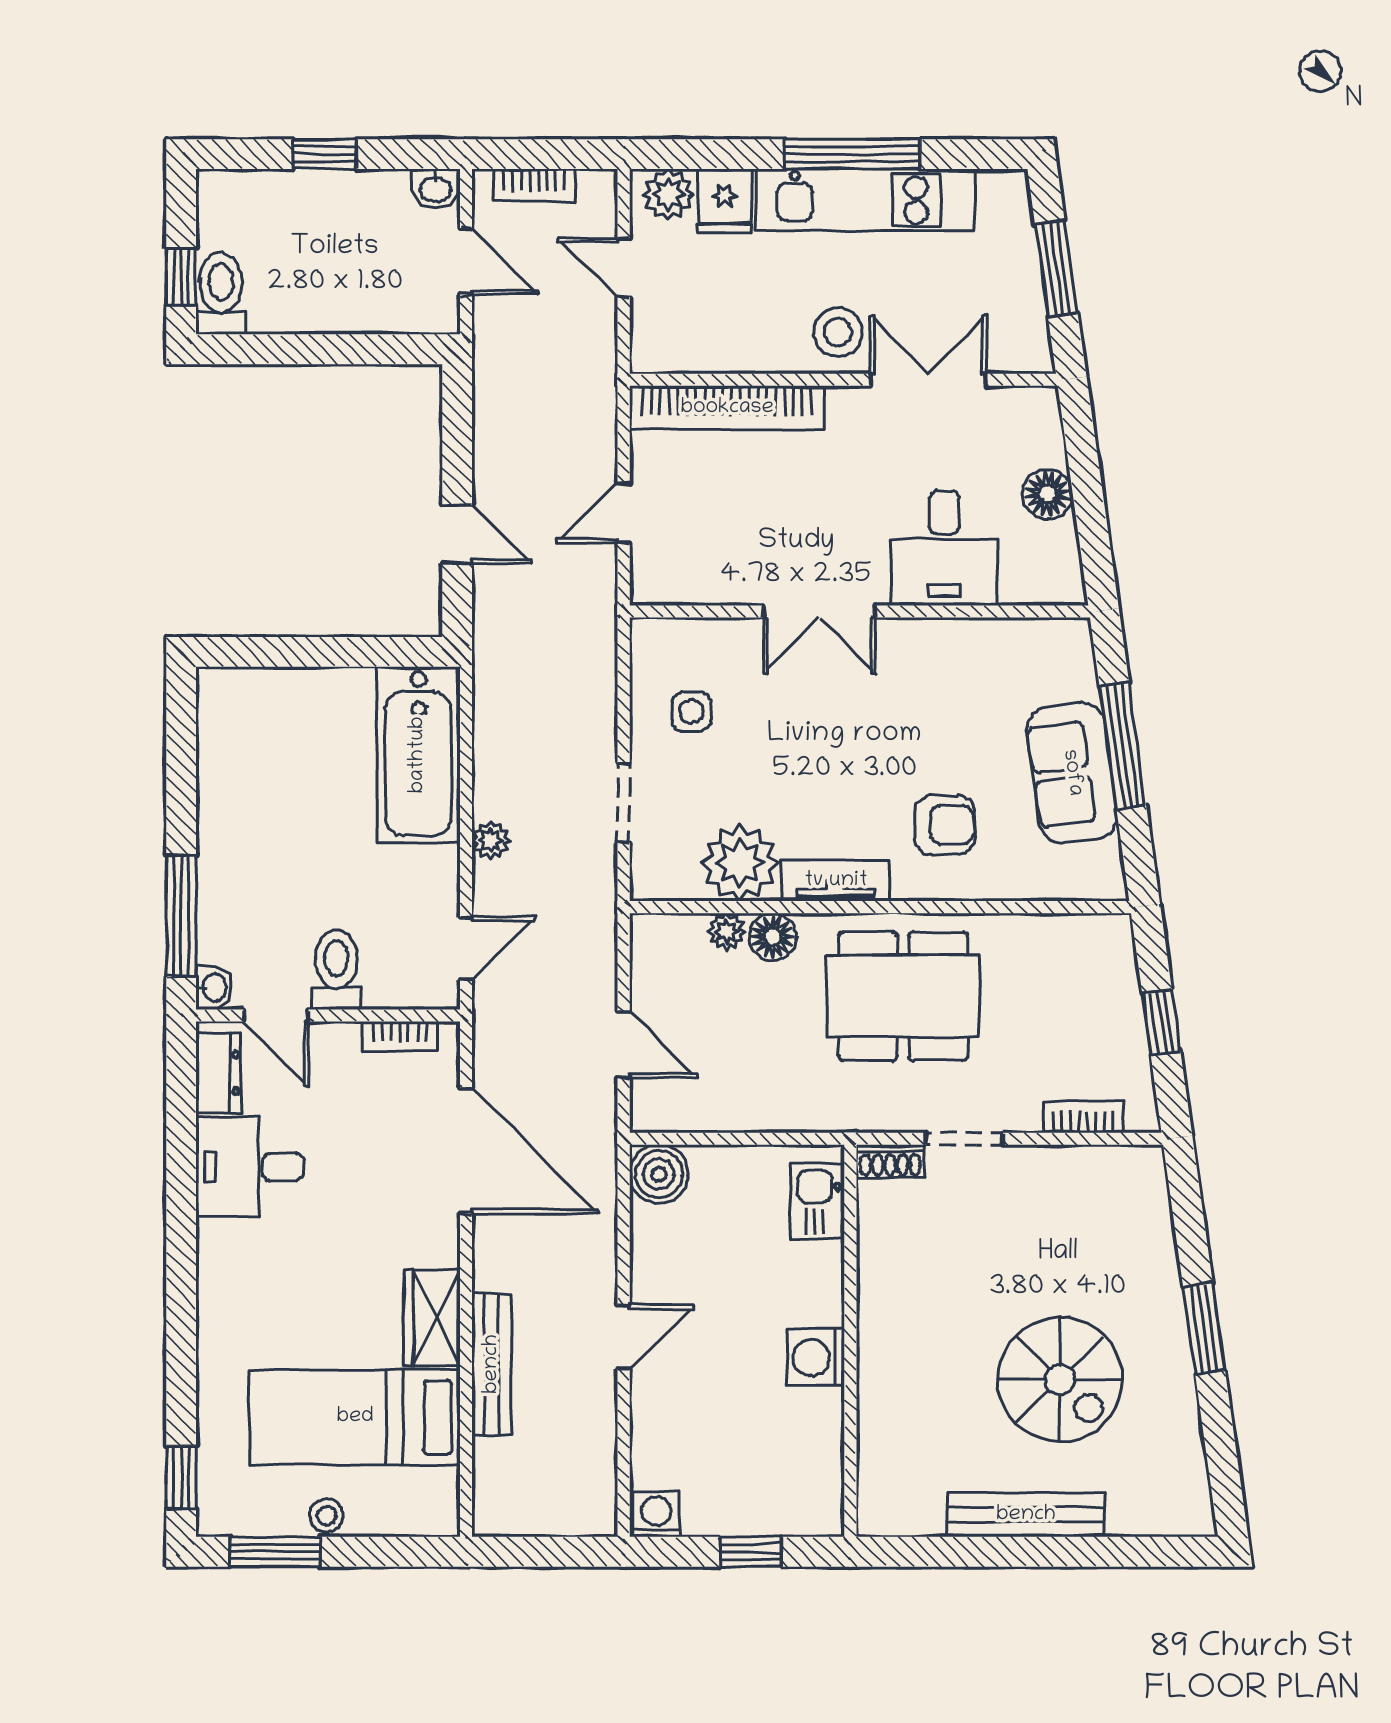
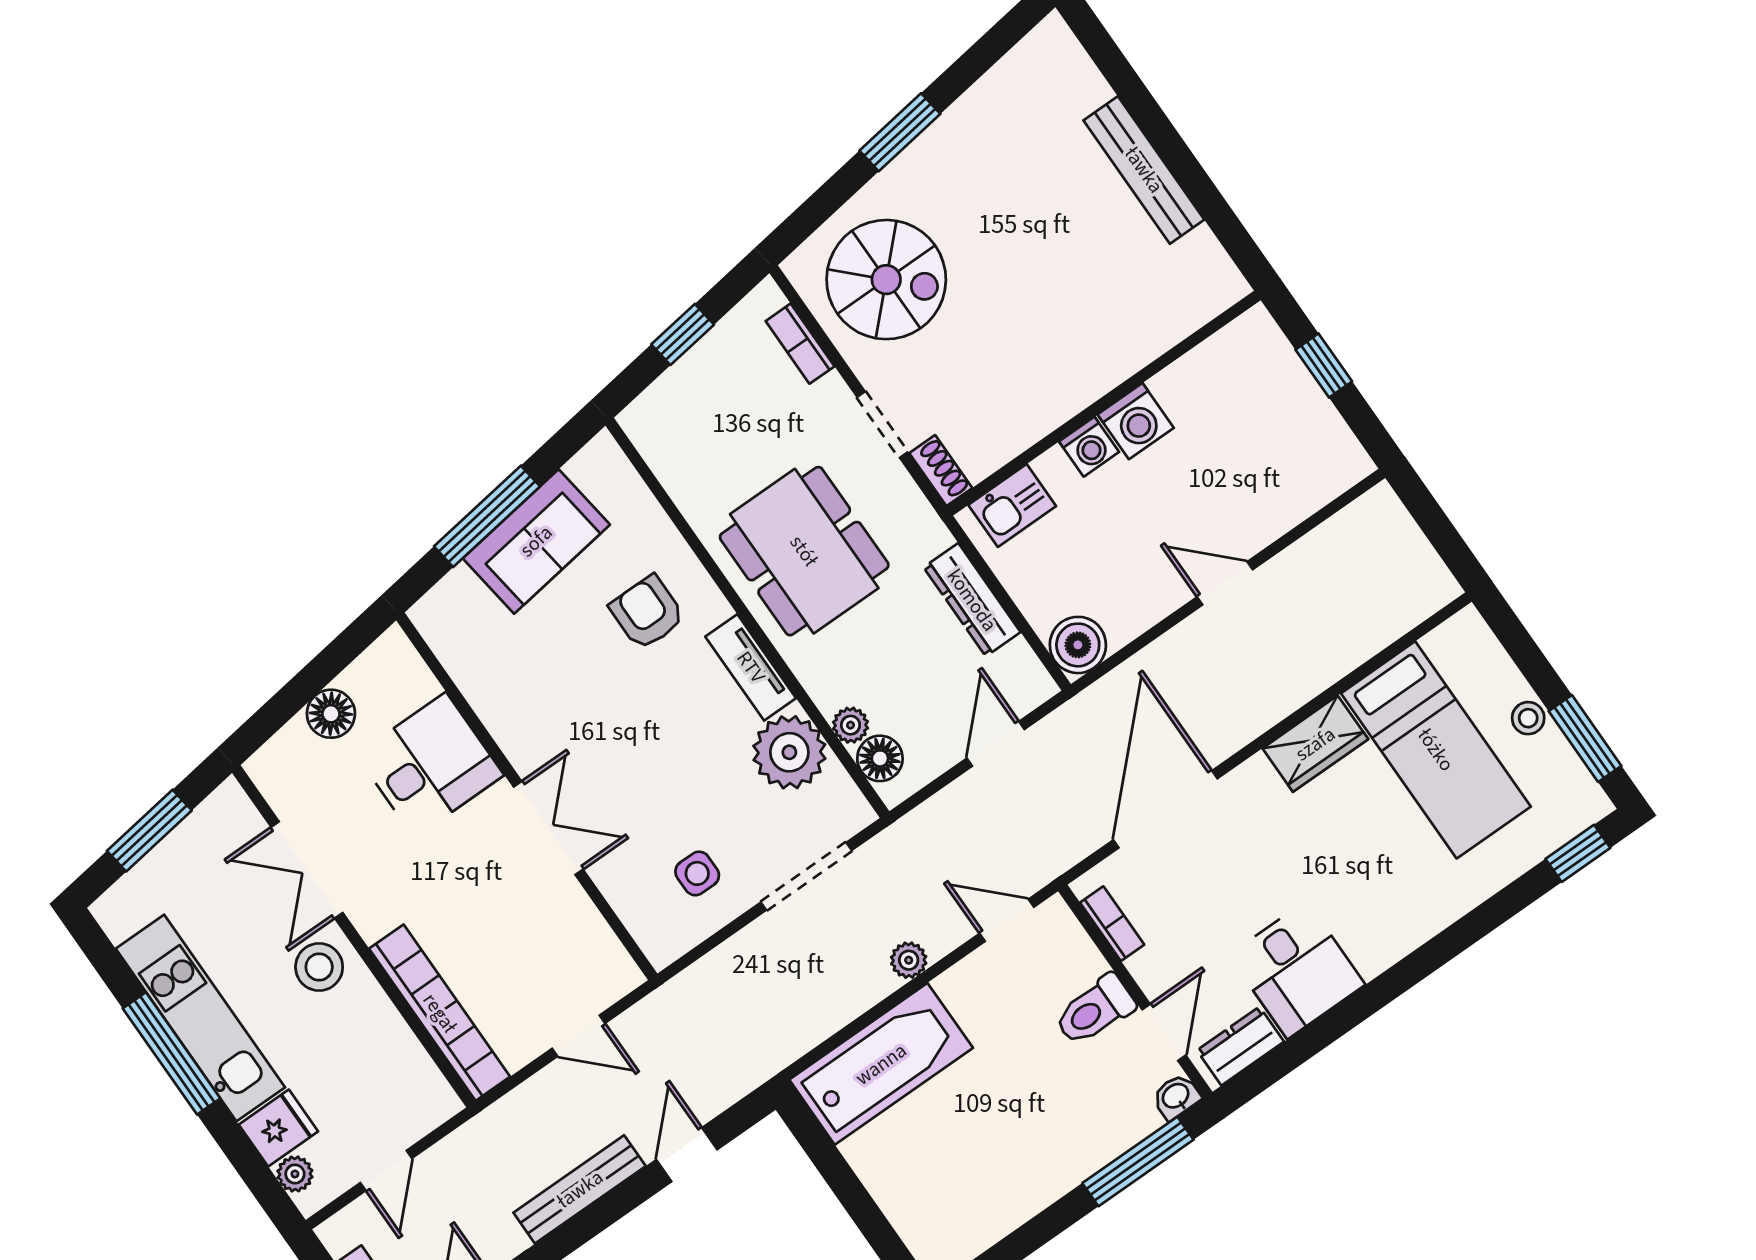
plant: (668, 194) -> (295, 1174), width x0.73, depth x0.73
doorway: (624, 803) -> (806, 876), width x1.38
floor lamp: (773, 937) -> (880, 758), moved
dresser: (761, 1111) -> (972, 600), added
bench: (492, 1364) -> (580, 1189), moved
spiral stairs: (1060, 1379) -> (886, 280), moved, turned 90
washing machine: (656, 1514) -> (1089, 447), moved, turned -90

